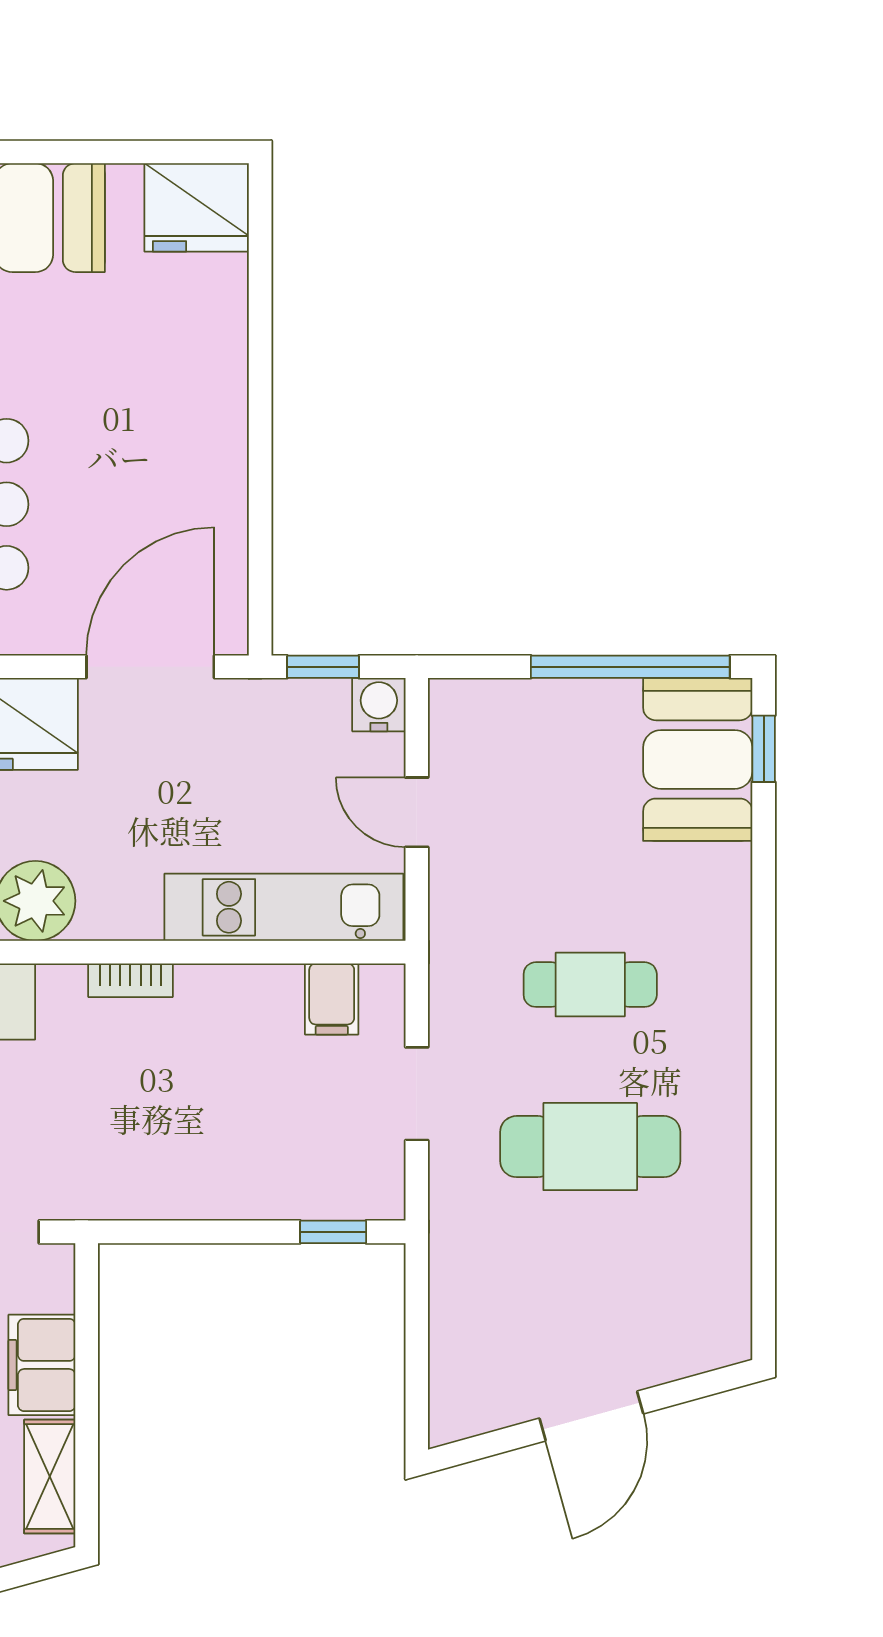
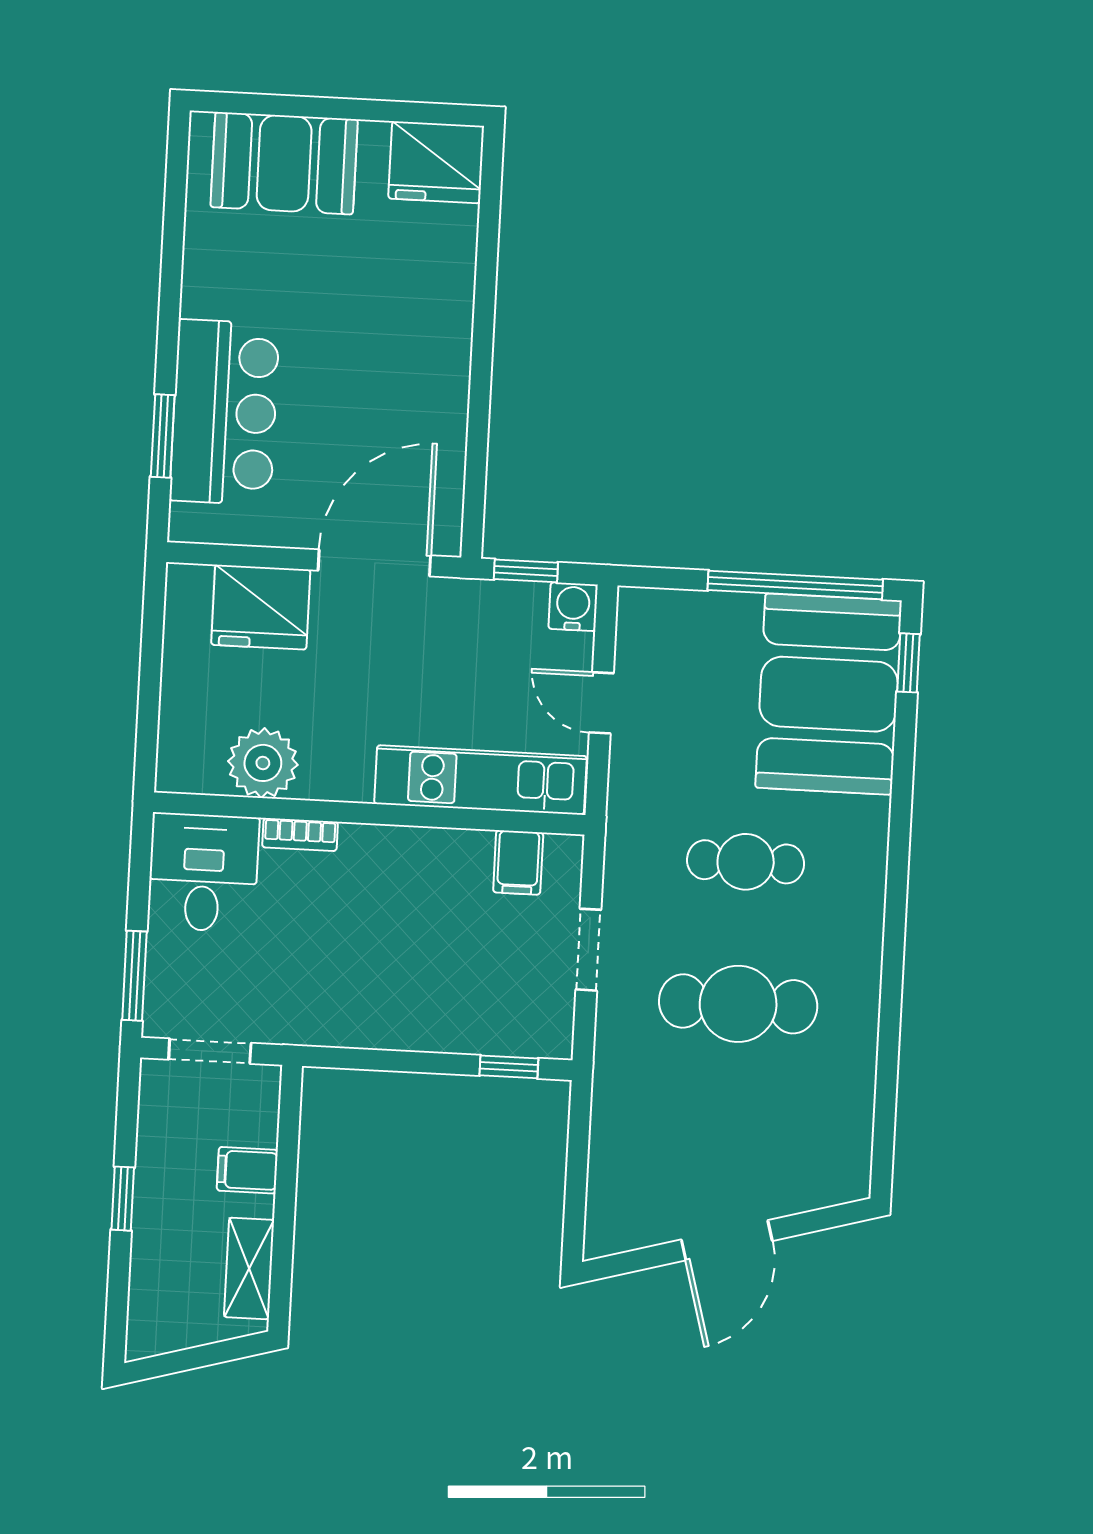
booth: (698, 759) -> (829, 694), width x1.36, depth x1.42
bookcase: (130, 980) -> (300, 835), moved
filing cabinet: (42, 1365) -> (247, 1170), width x0.50

